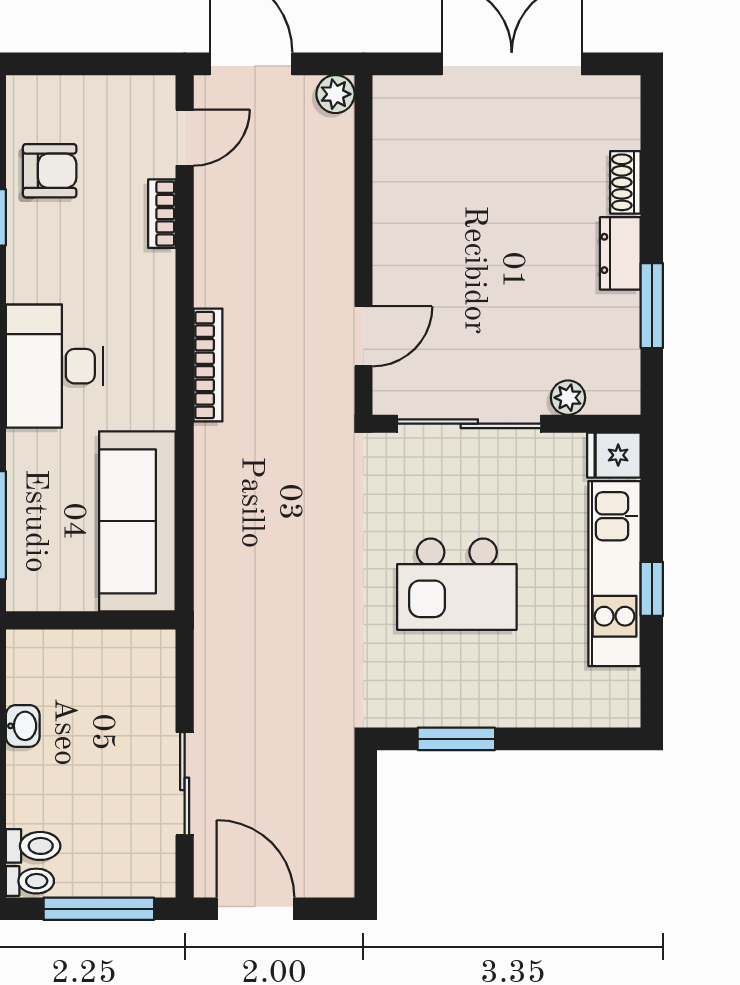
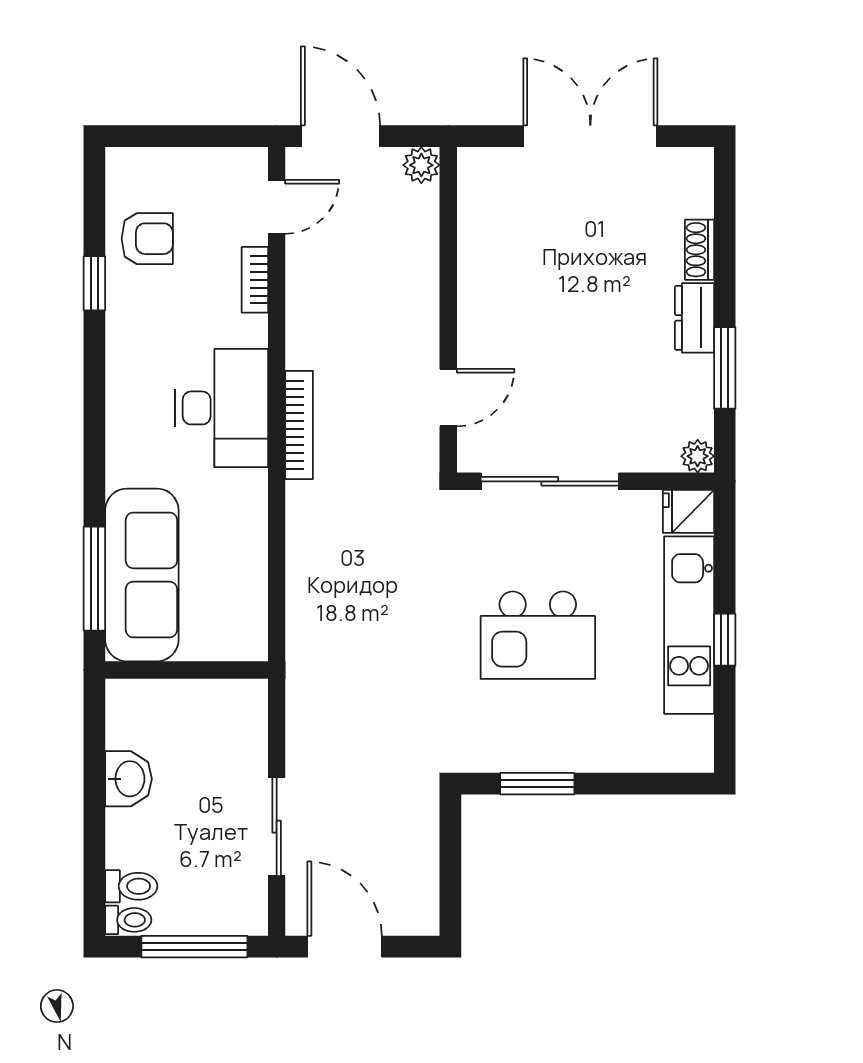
desk: (54, 366) -> (222, 408), moved, turned 180
plant: (568, 398) -> (698, 456), moved
sofa: (137, 521) -> (142, 575), moved, turned 180
washbasin: (23, 726) -> (129, 779), width x1.38, depth x1.45

